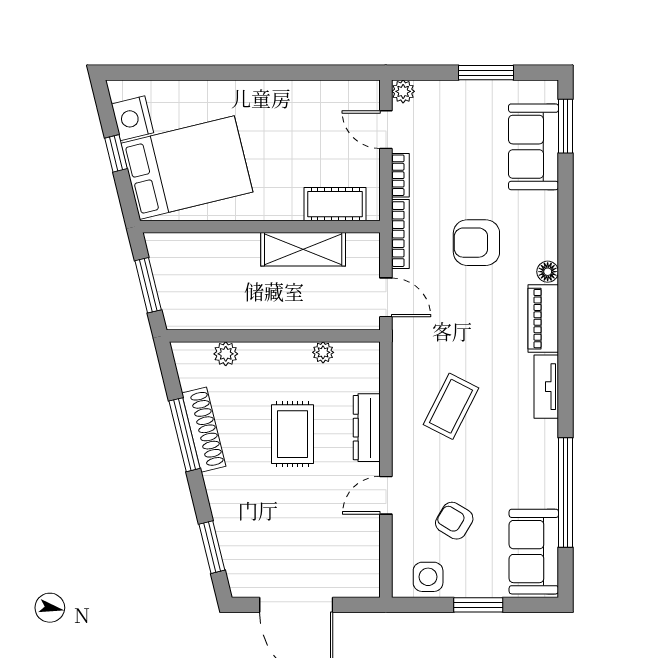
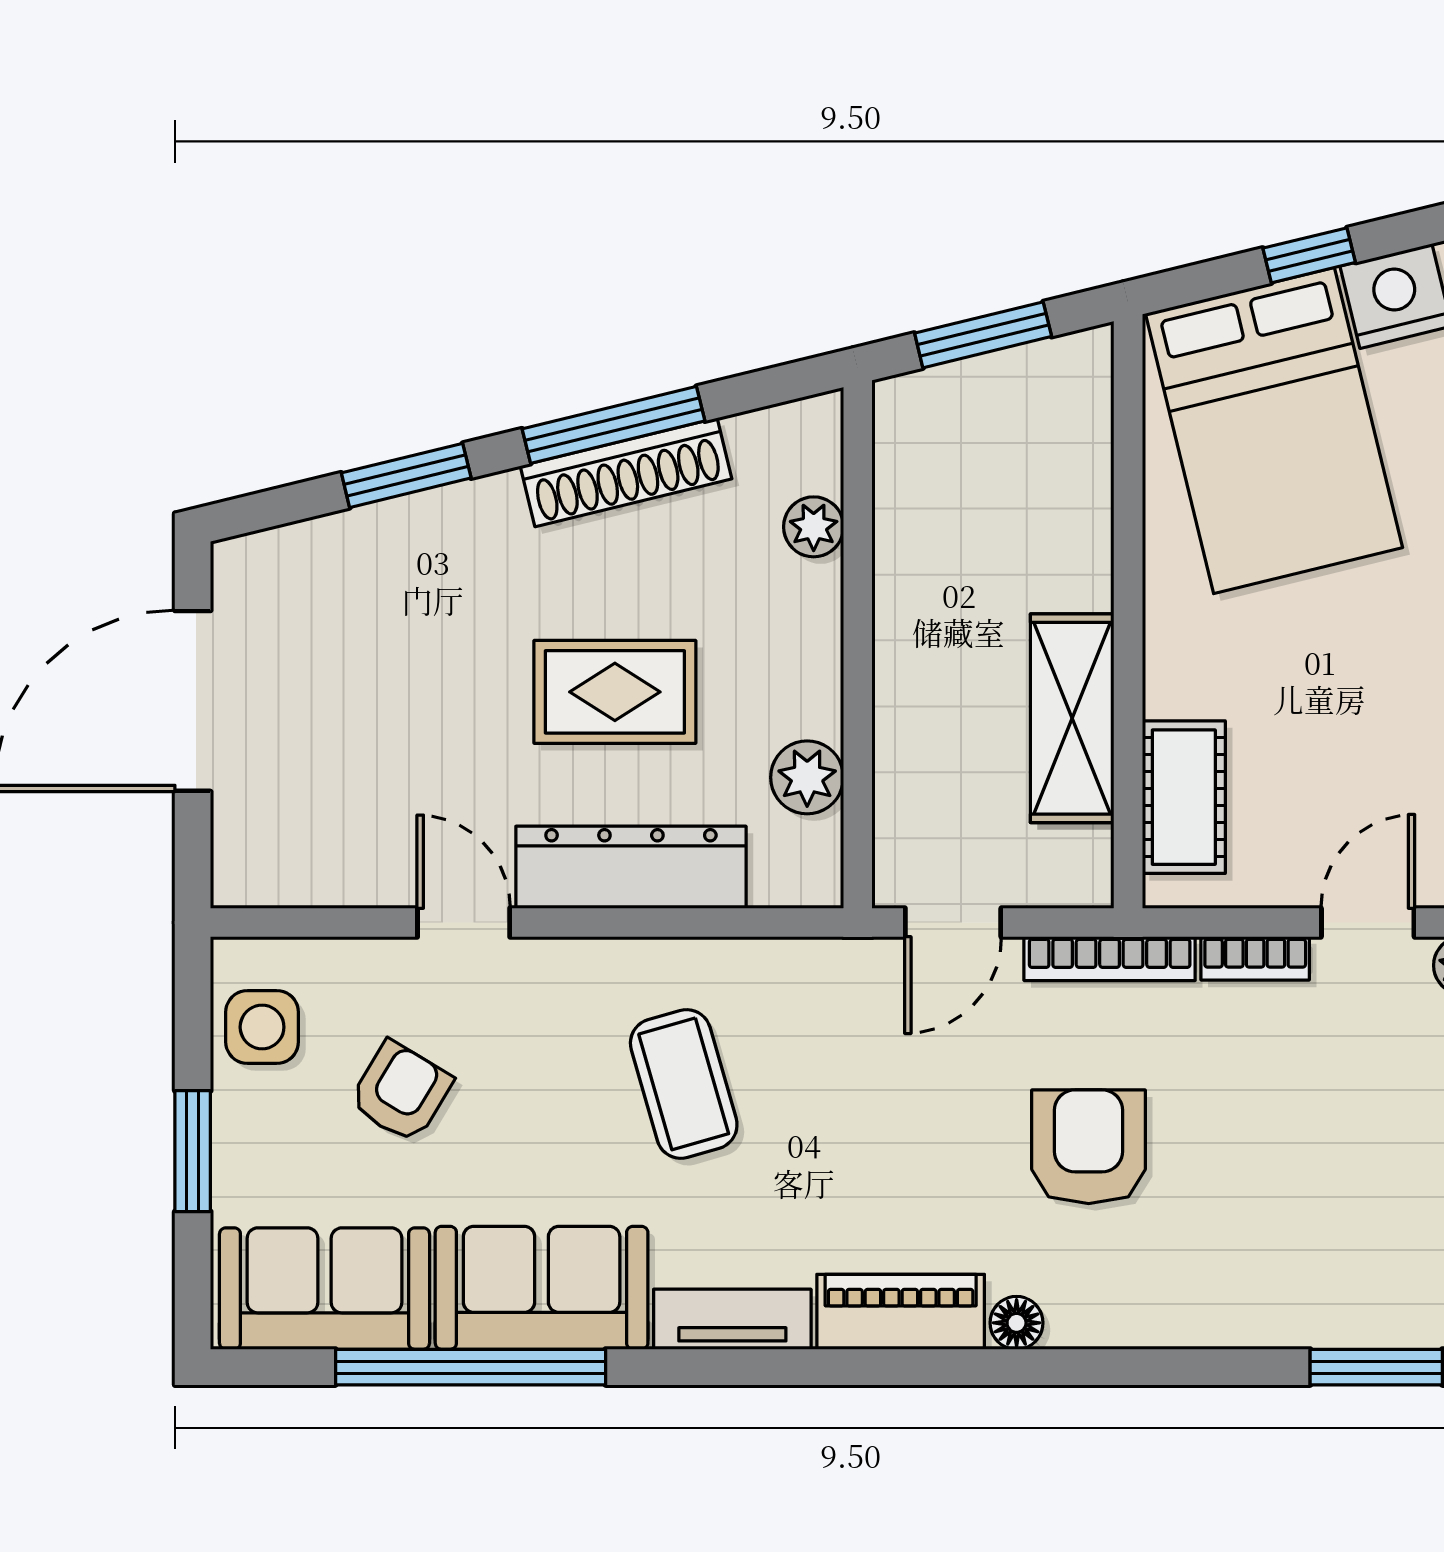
sofa: (533, 147) -> (542, 1288), moved
plant: (323, 352) -> (807, 777), width x1.38, depth x1.38
coffee table: (451, 406) -> (684, 1084), turned 47
dresser: (367, 428) -> (631, 867), width x1.37, depth x1.24
window: (212, 547) -> (406, 475), moved

